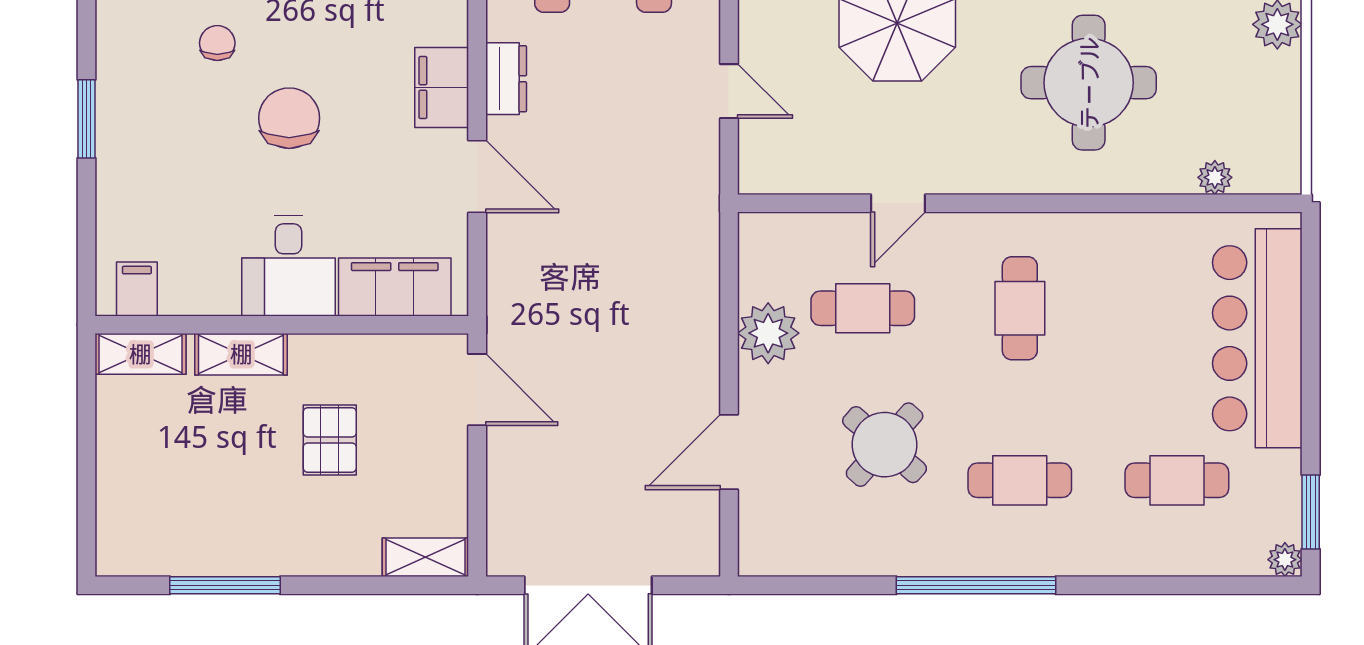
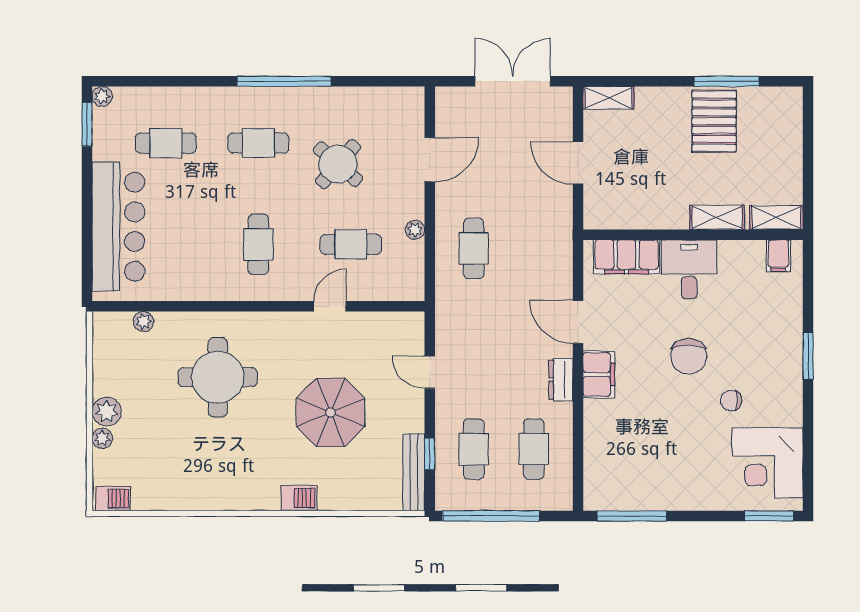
chair: (217, 43) -> (731, 401), turned 90
cafe table: (654, 301) -> (474, 248), added
plant: (768, 333) -> (415, 230), width x0.53, depth x0.53
door: (477, 390) -> (578, 163), moved
pallet: (330, 440) -> (714, 121), moved, width x1.50, depth x1.42

